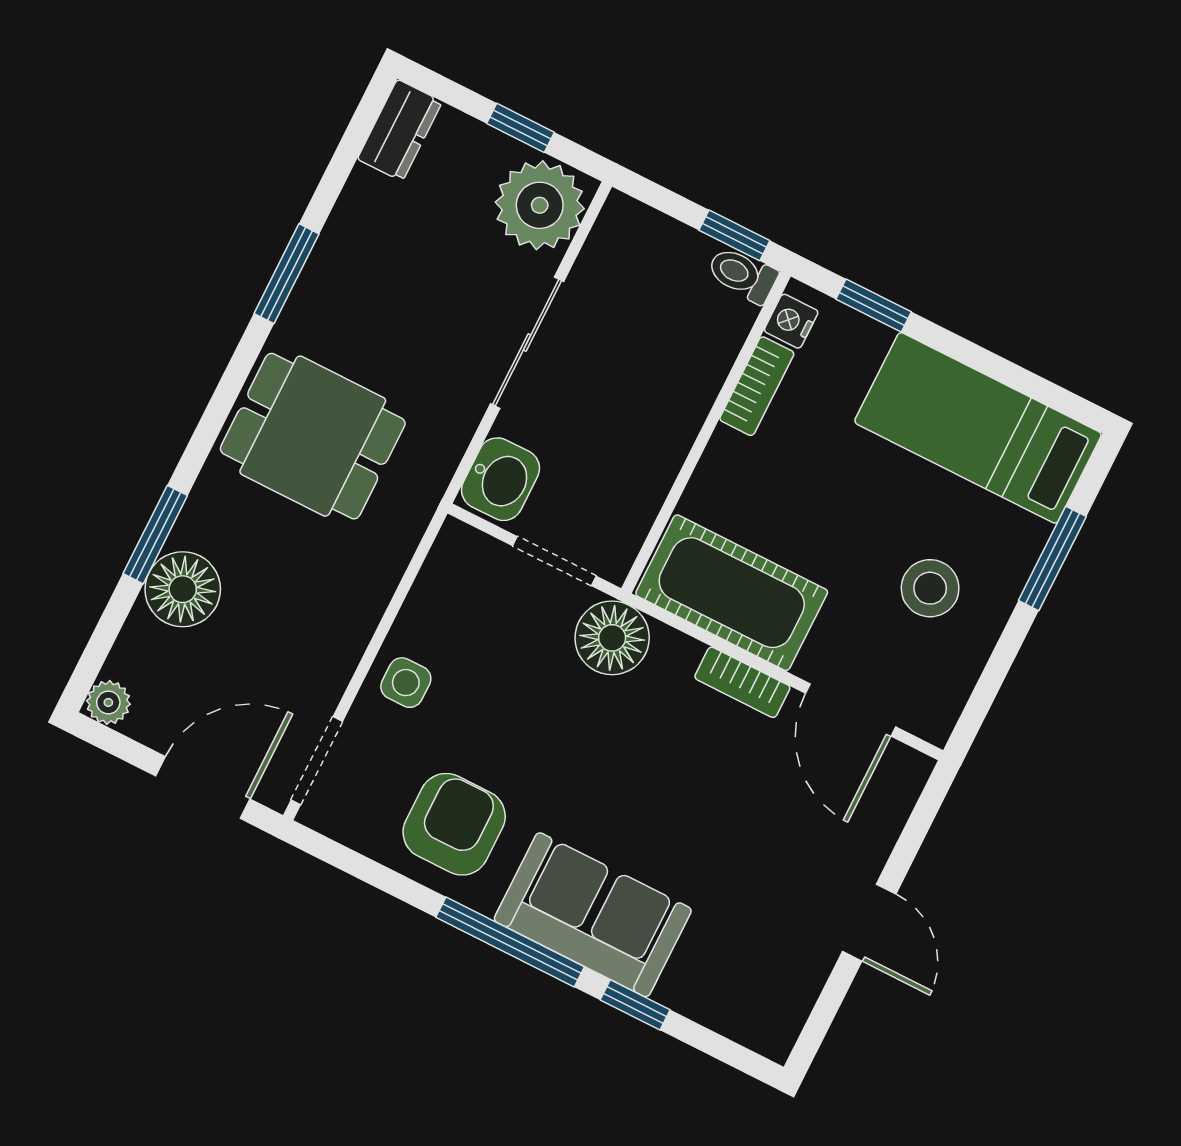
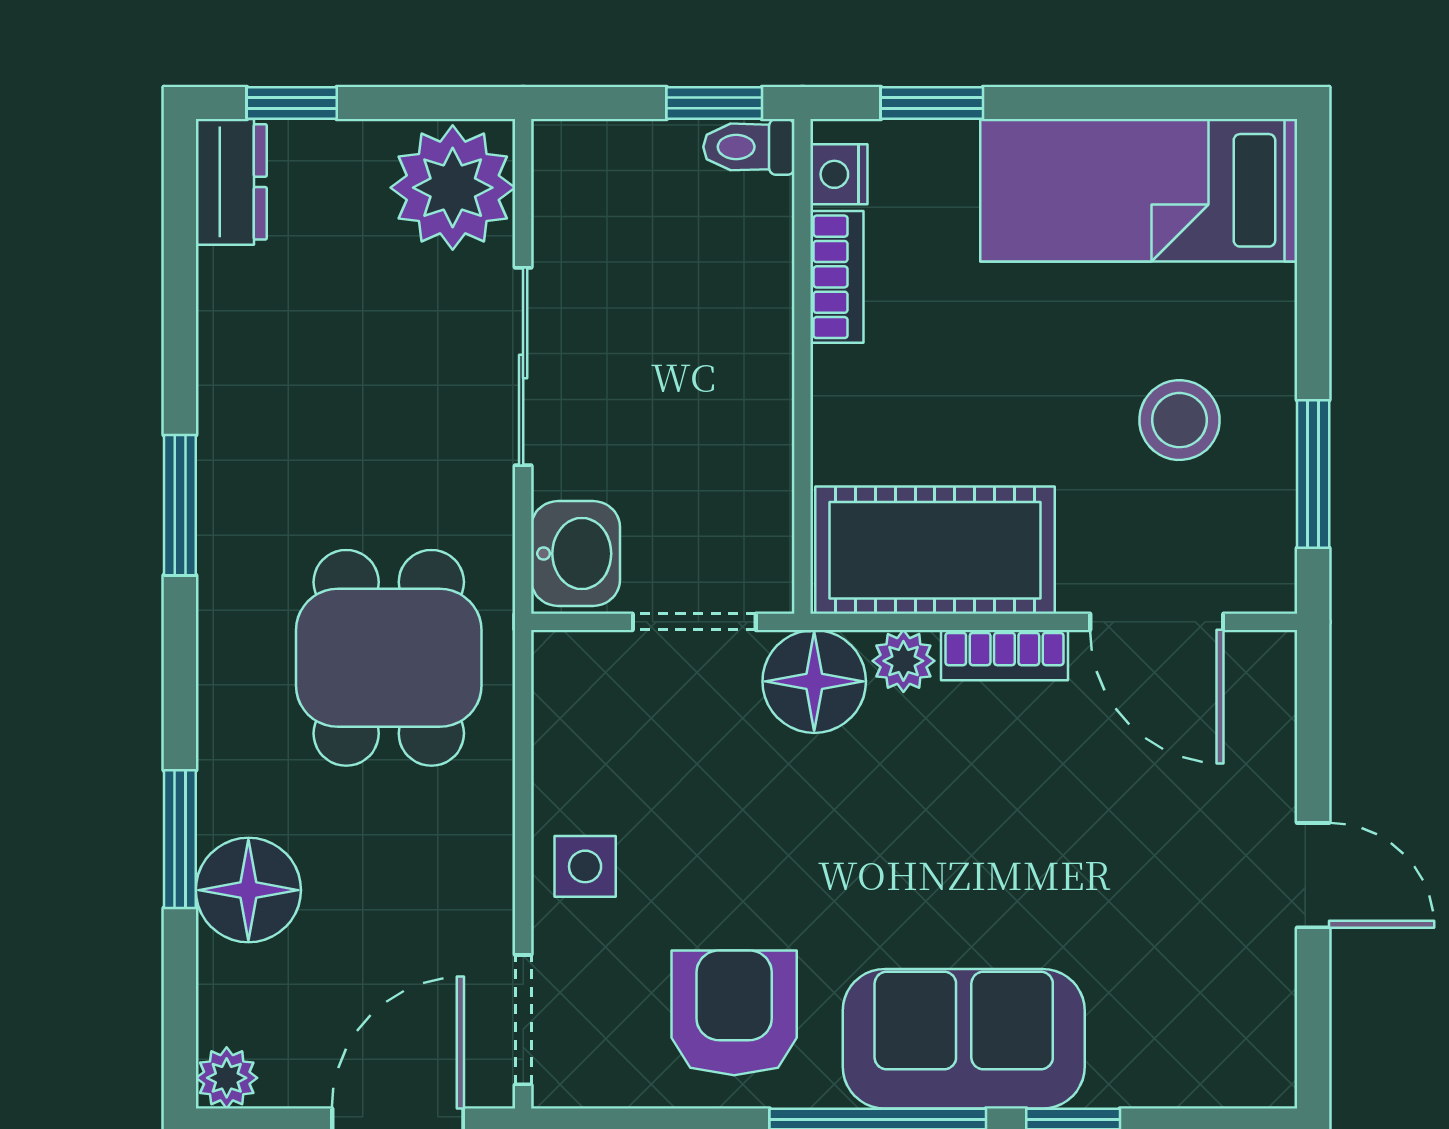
window: (521, 128) -> (292, 103), moved
window: (287, 274) -> (180, 505), moved
dining table: (313, 436) -> (389, 658), moved, turned 90
window: (1052, 558) -> (1313, 474), moved
plant: (676, 653) -> (903, 661), added

